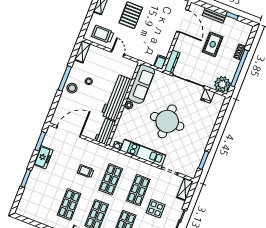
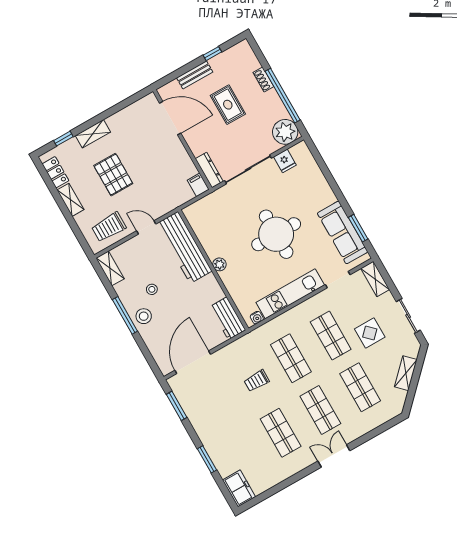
sofa: (141, 84) -> (343, 232), moved, turned 180
workbench: (116, 97) -> (184, 247), moved
freezer: (43, 157) -> (239, 488), moved

